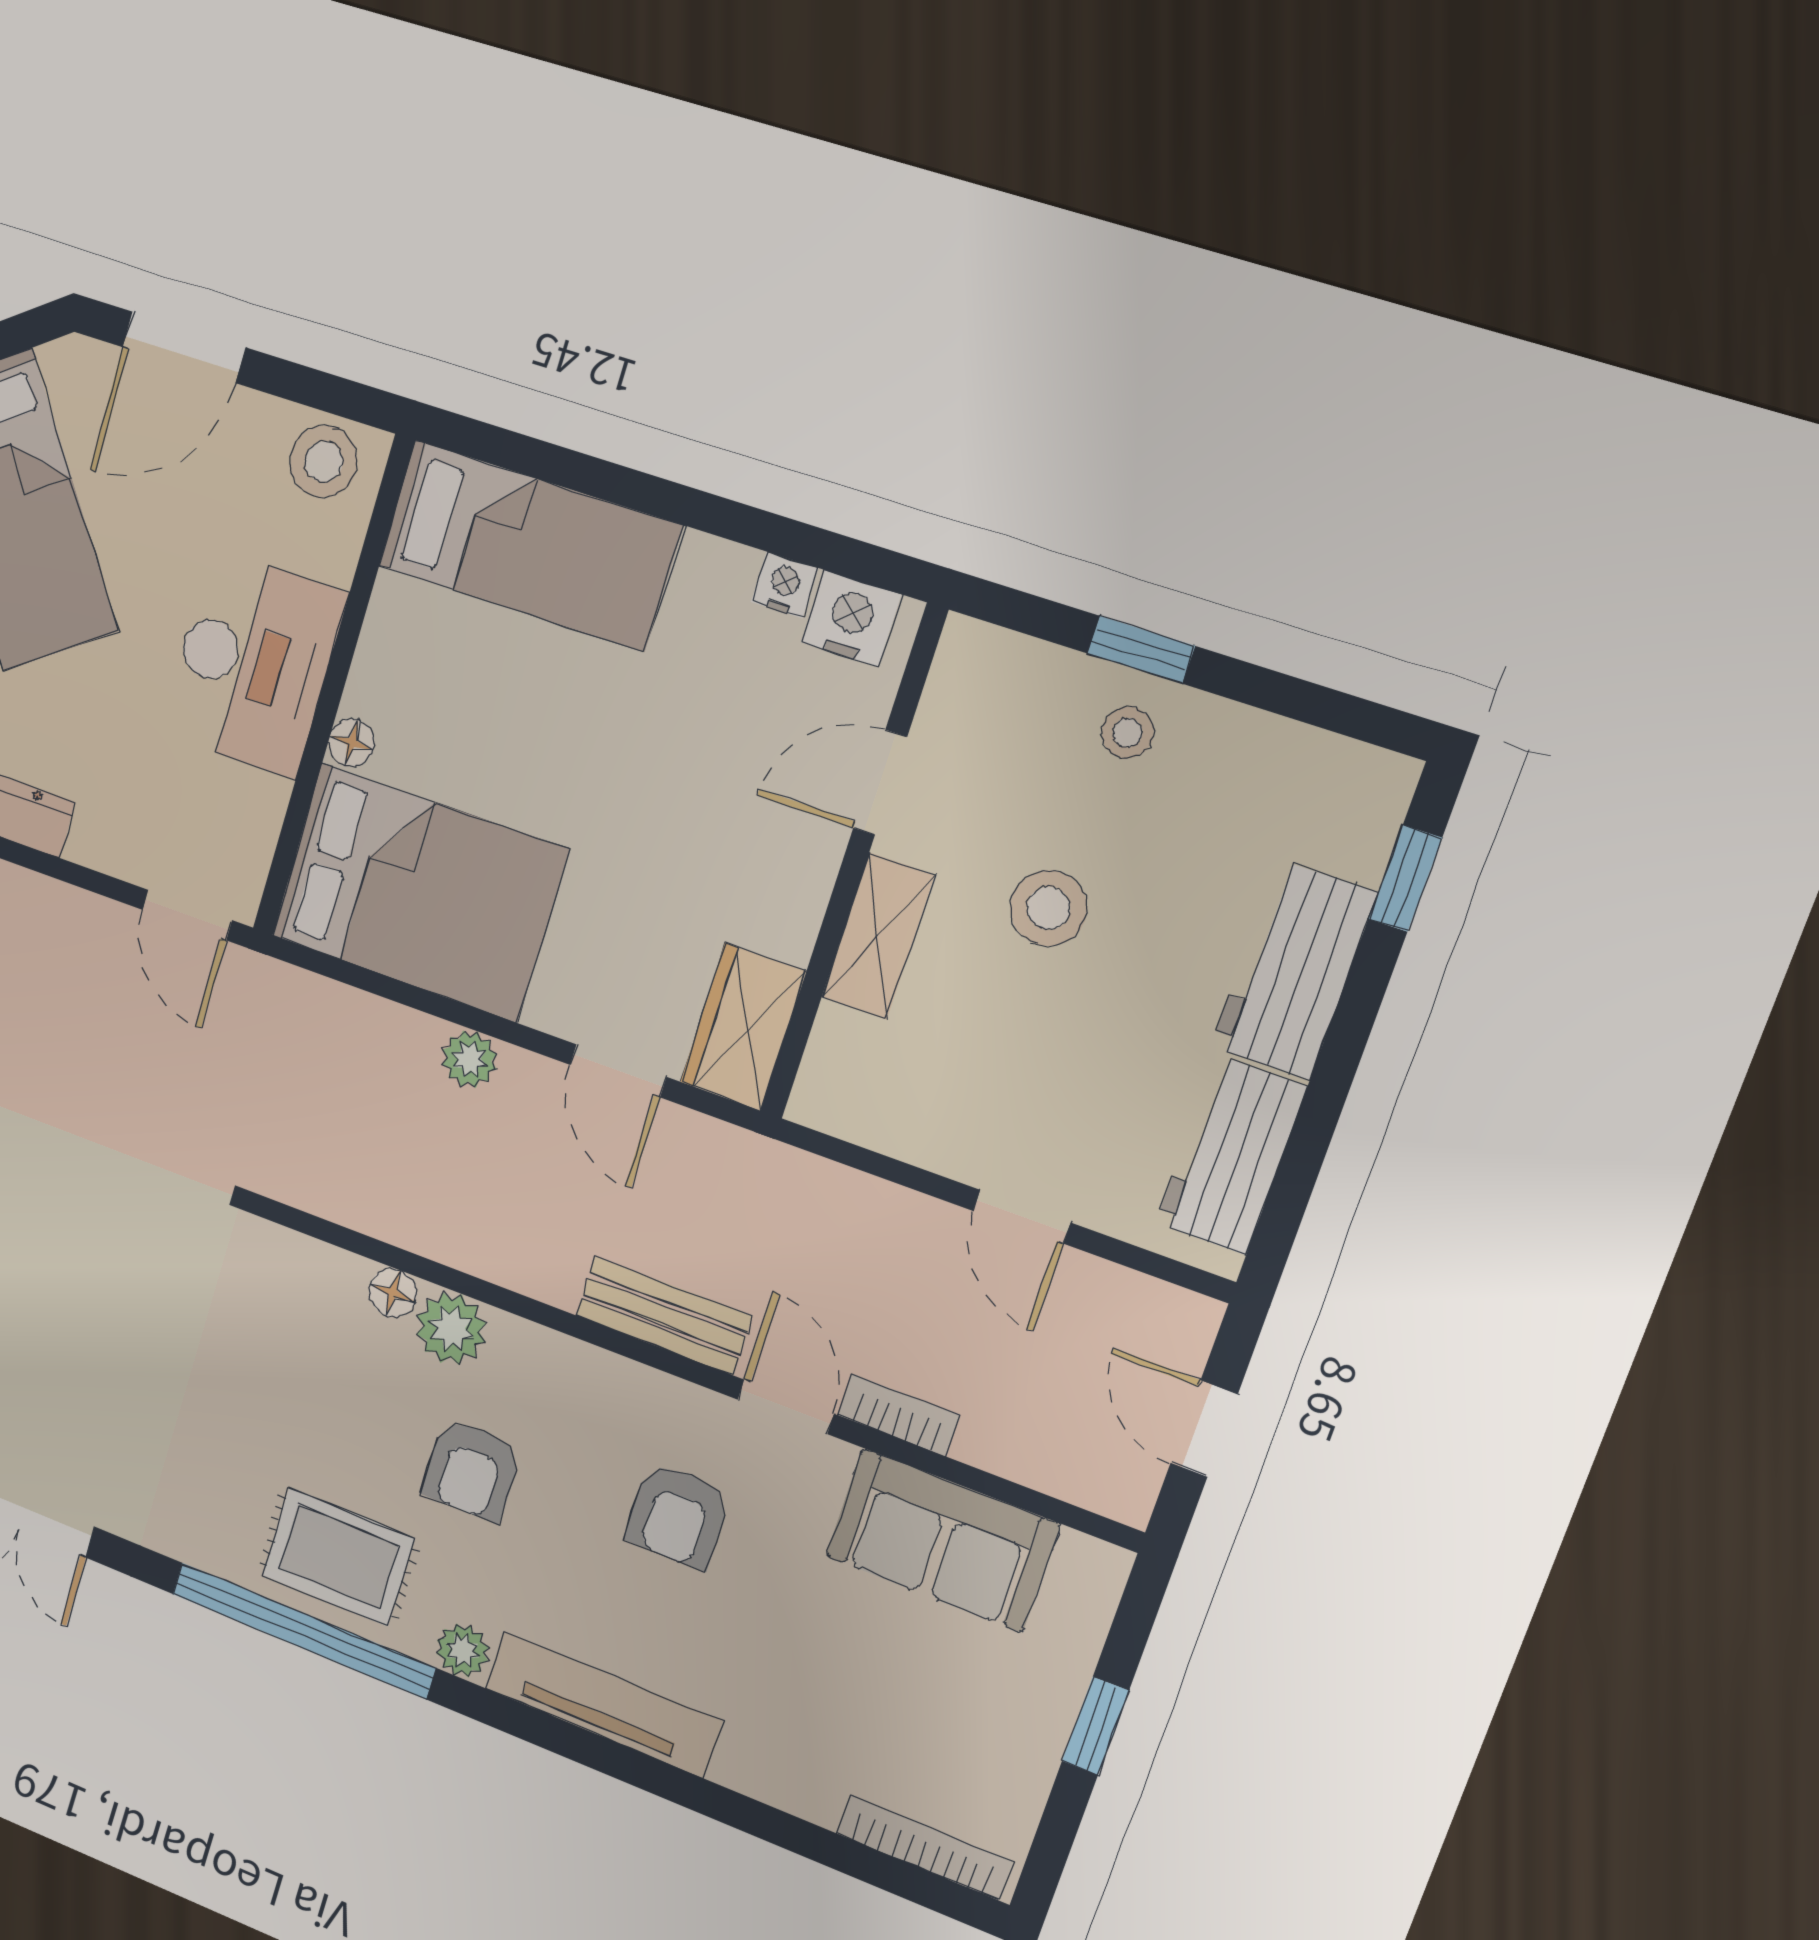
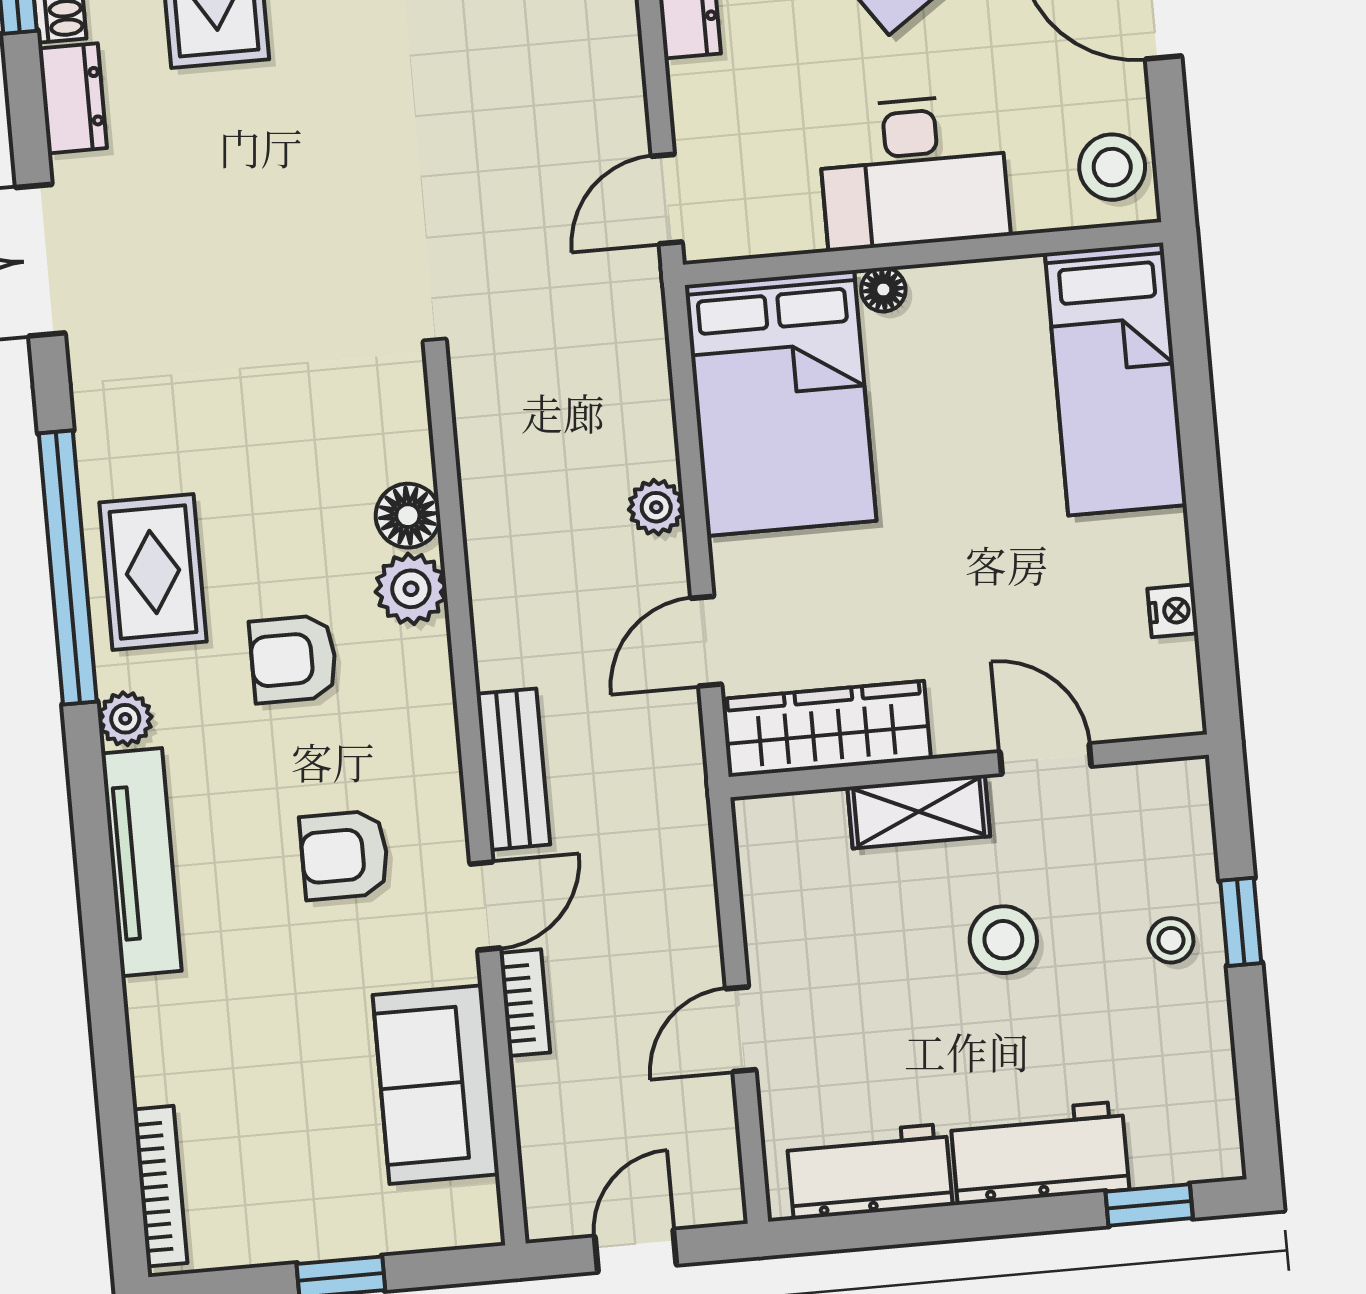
nightstand: (851, 618) -> (1168, 678), removed
wardrobe: (743, 1027) -> (826, 729), width x1.50
floor lamp: (393, 1293) -> (408, 516), width x1.37, depth x1.37

